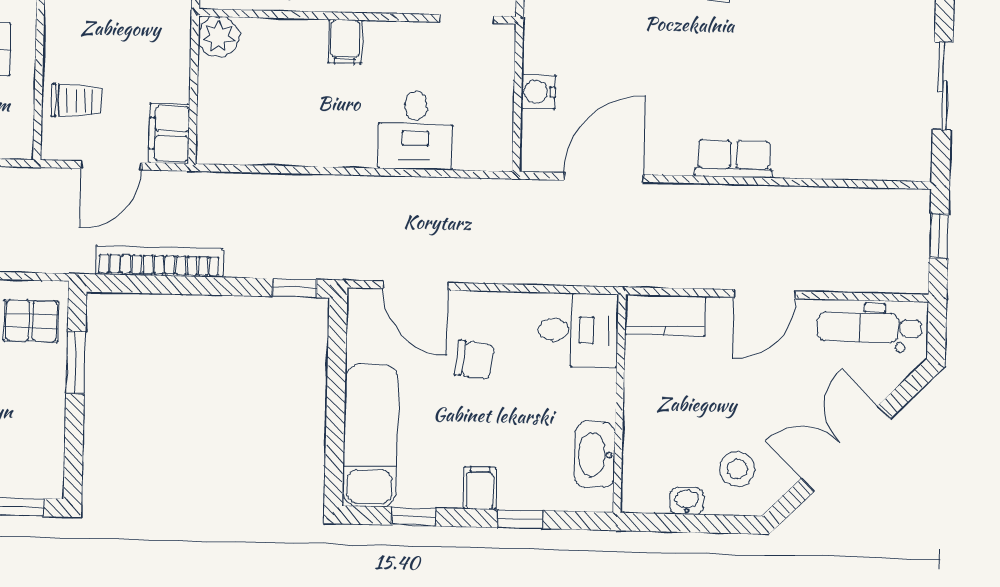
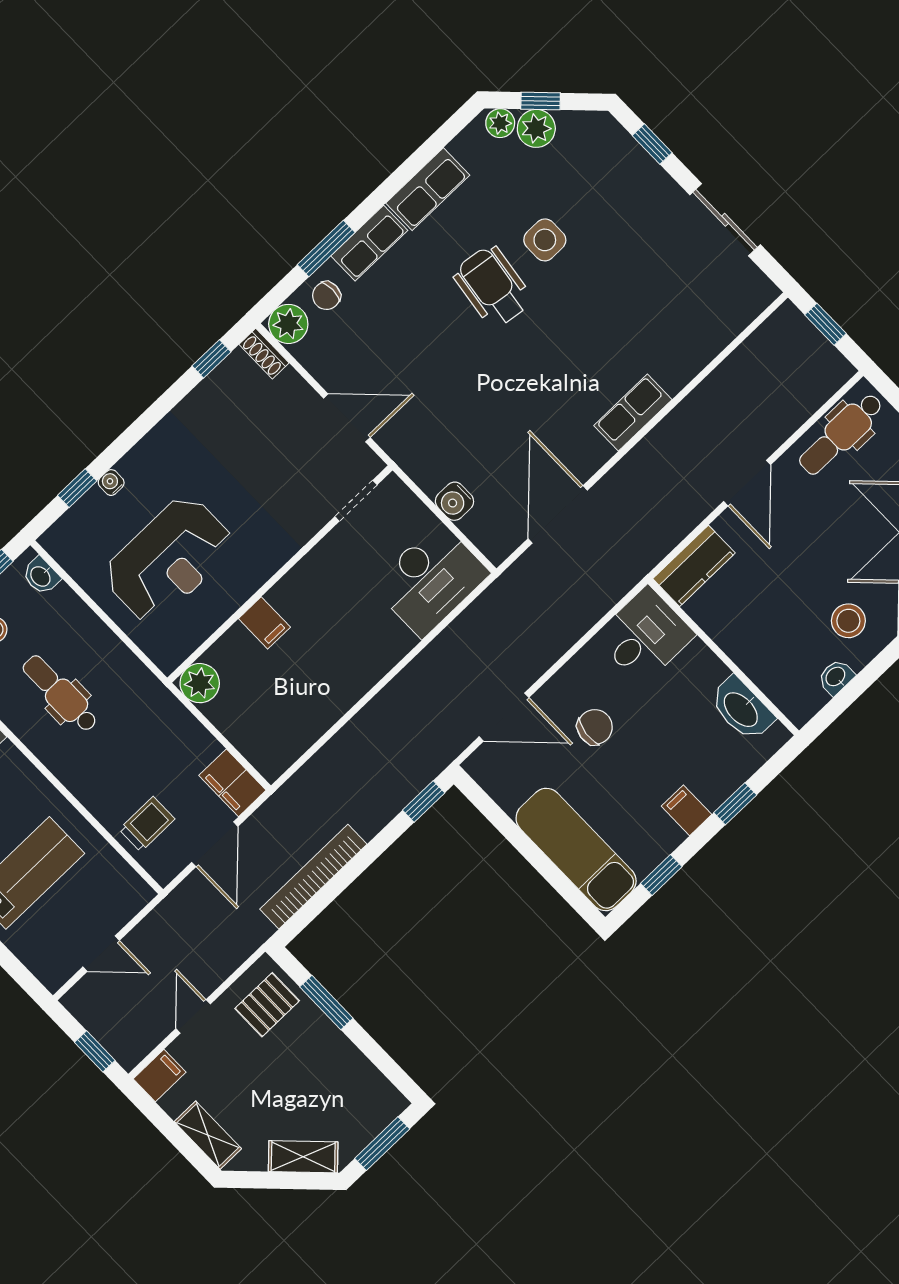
filing cabinet: (345, 42) -> (264, 623), moved
desk: (415, 130) -> (430, 579), moved, width x1.37

